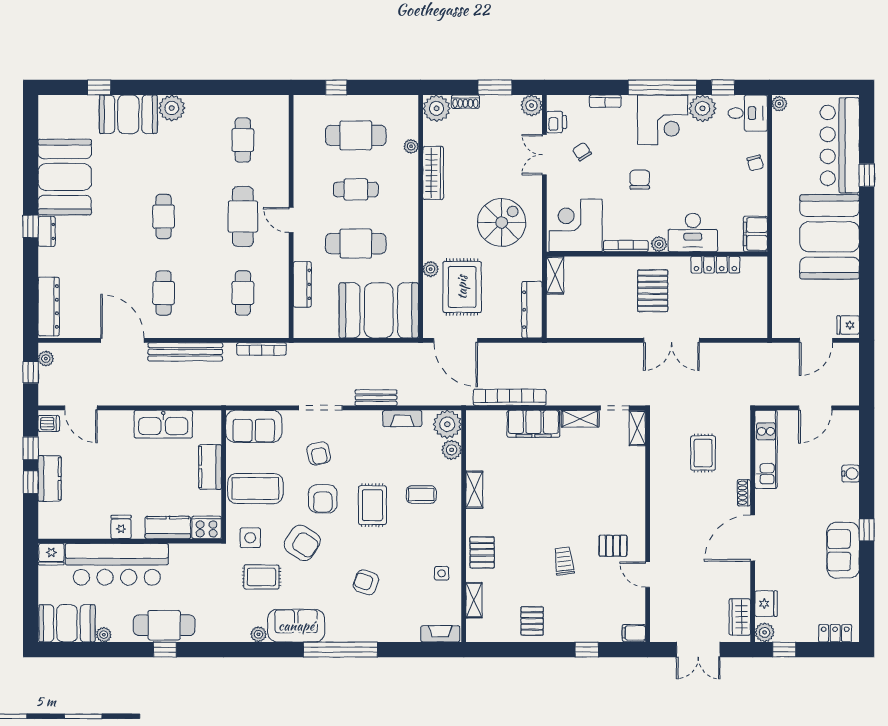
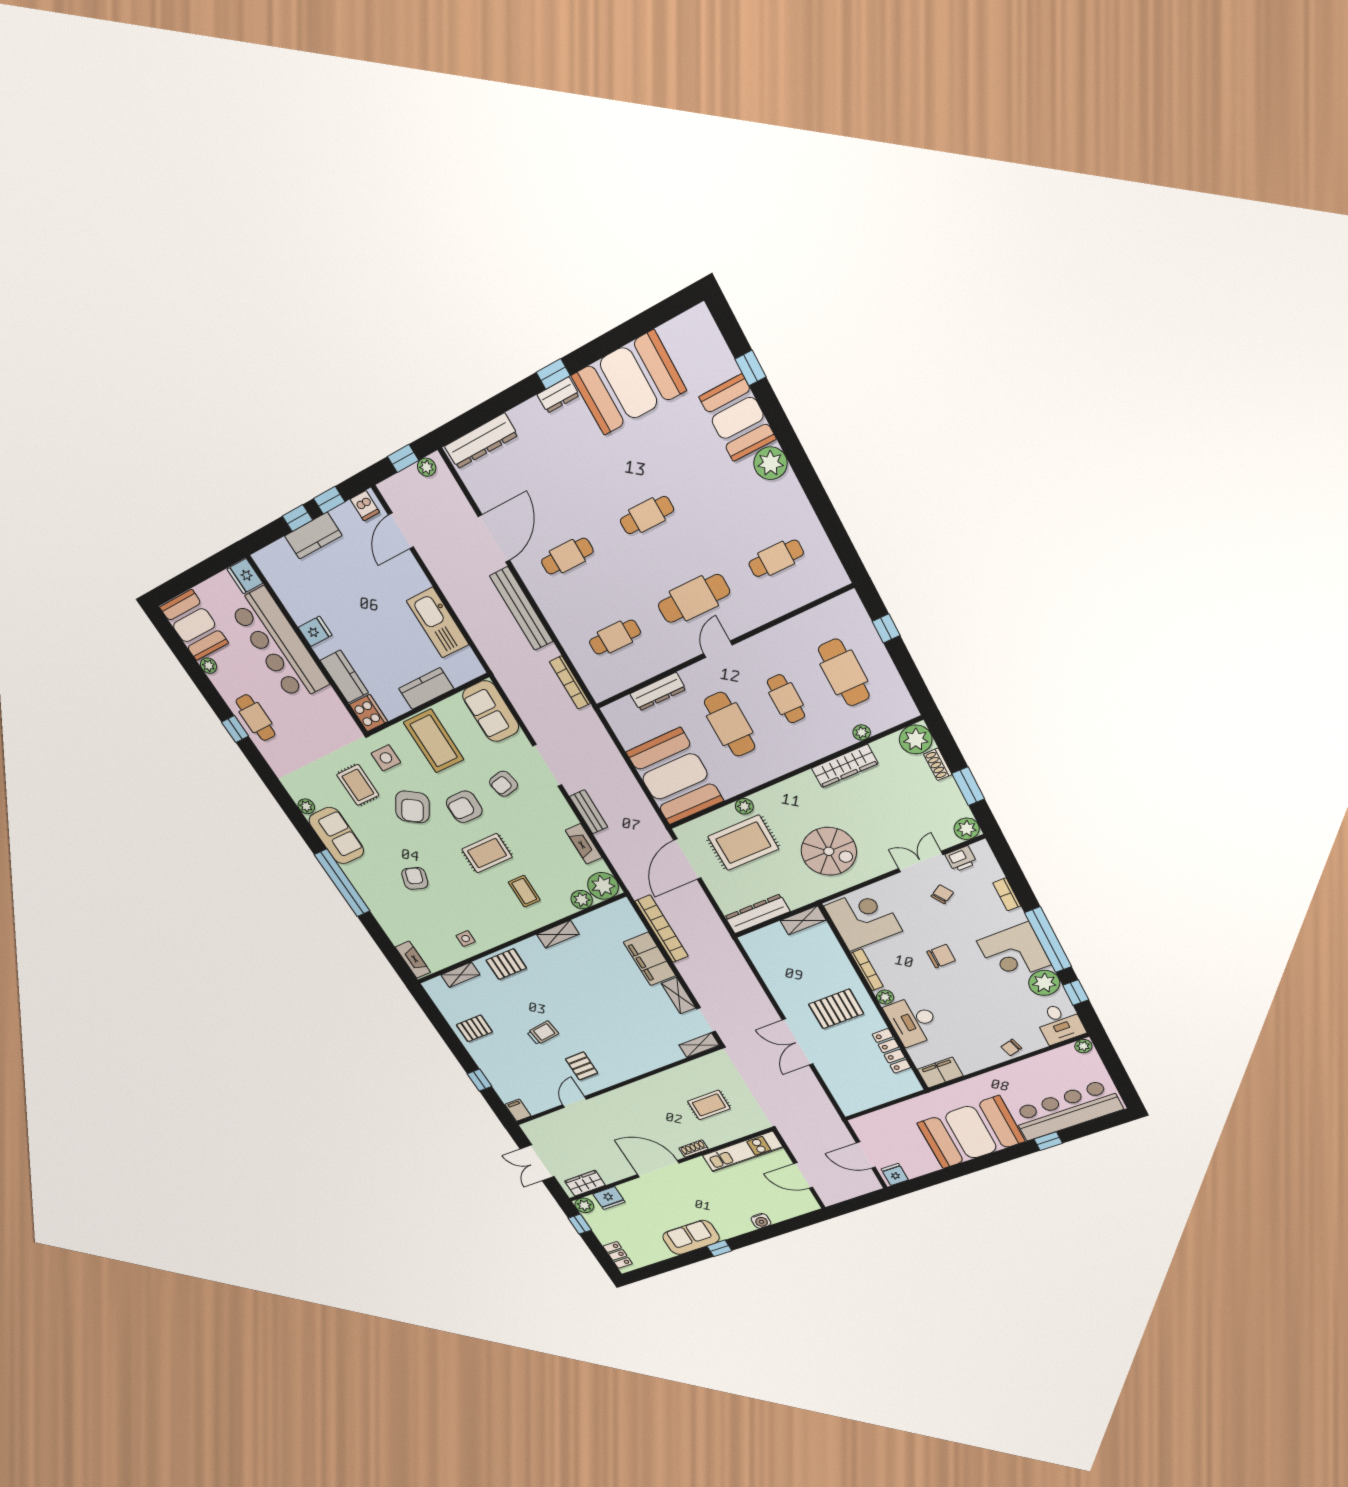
cafe table: (164, 625) -> (256, 718), width x0.73, depth x0.74

